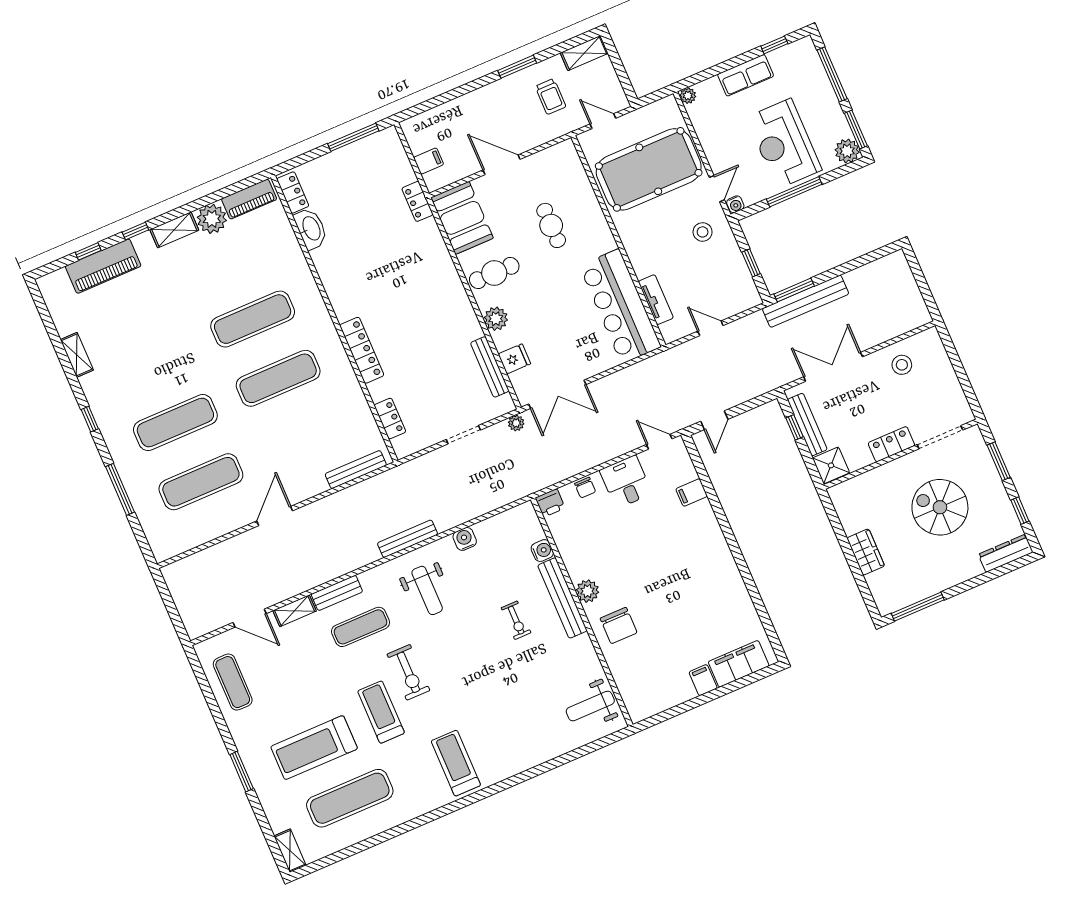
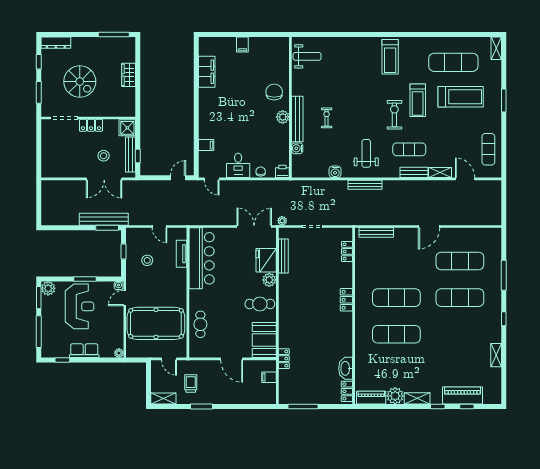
window: (794, 192) -> (85, 279), width x0.69
cafe table: (551, 225) -> (200, 324), moved
stool: (703, 232) -> (147, 260), moved
locker: (362, 350) -> (346, 300), width x0.66
fridge: (514, 359) -> (266, 260), width x1.88, depth x1.34
stool: (902, 365) -> (104, 156), moved
filing cabinet: (739, 664) -> (207, 72), moved, turned -90

